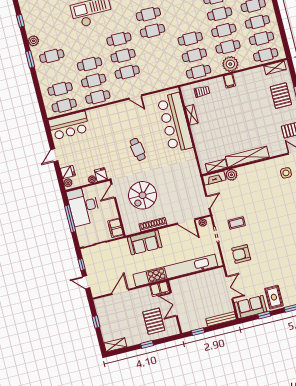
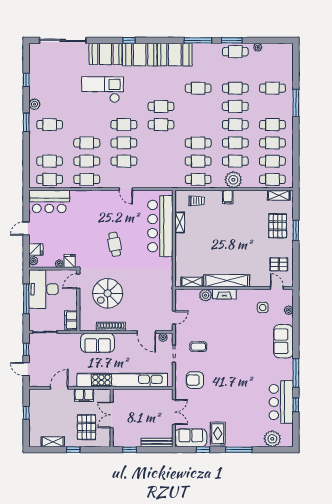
fireplace: (214, 178) -> (224, 294), moved
filing cabinet: (160, 289) -> (84, 395), moved
shelving: (115, 345) -> (53, 442), moved

